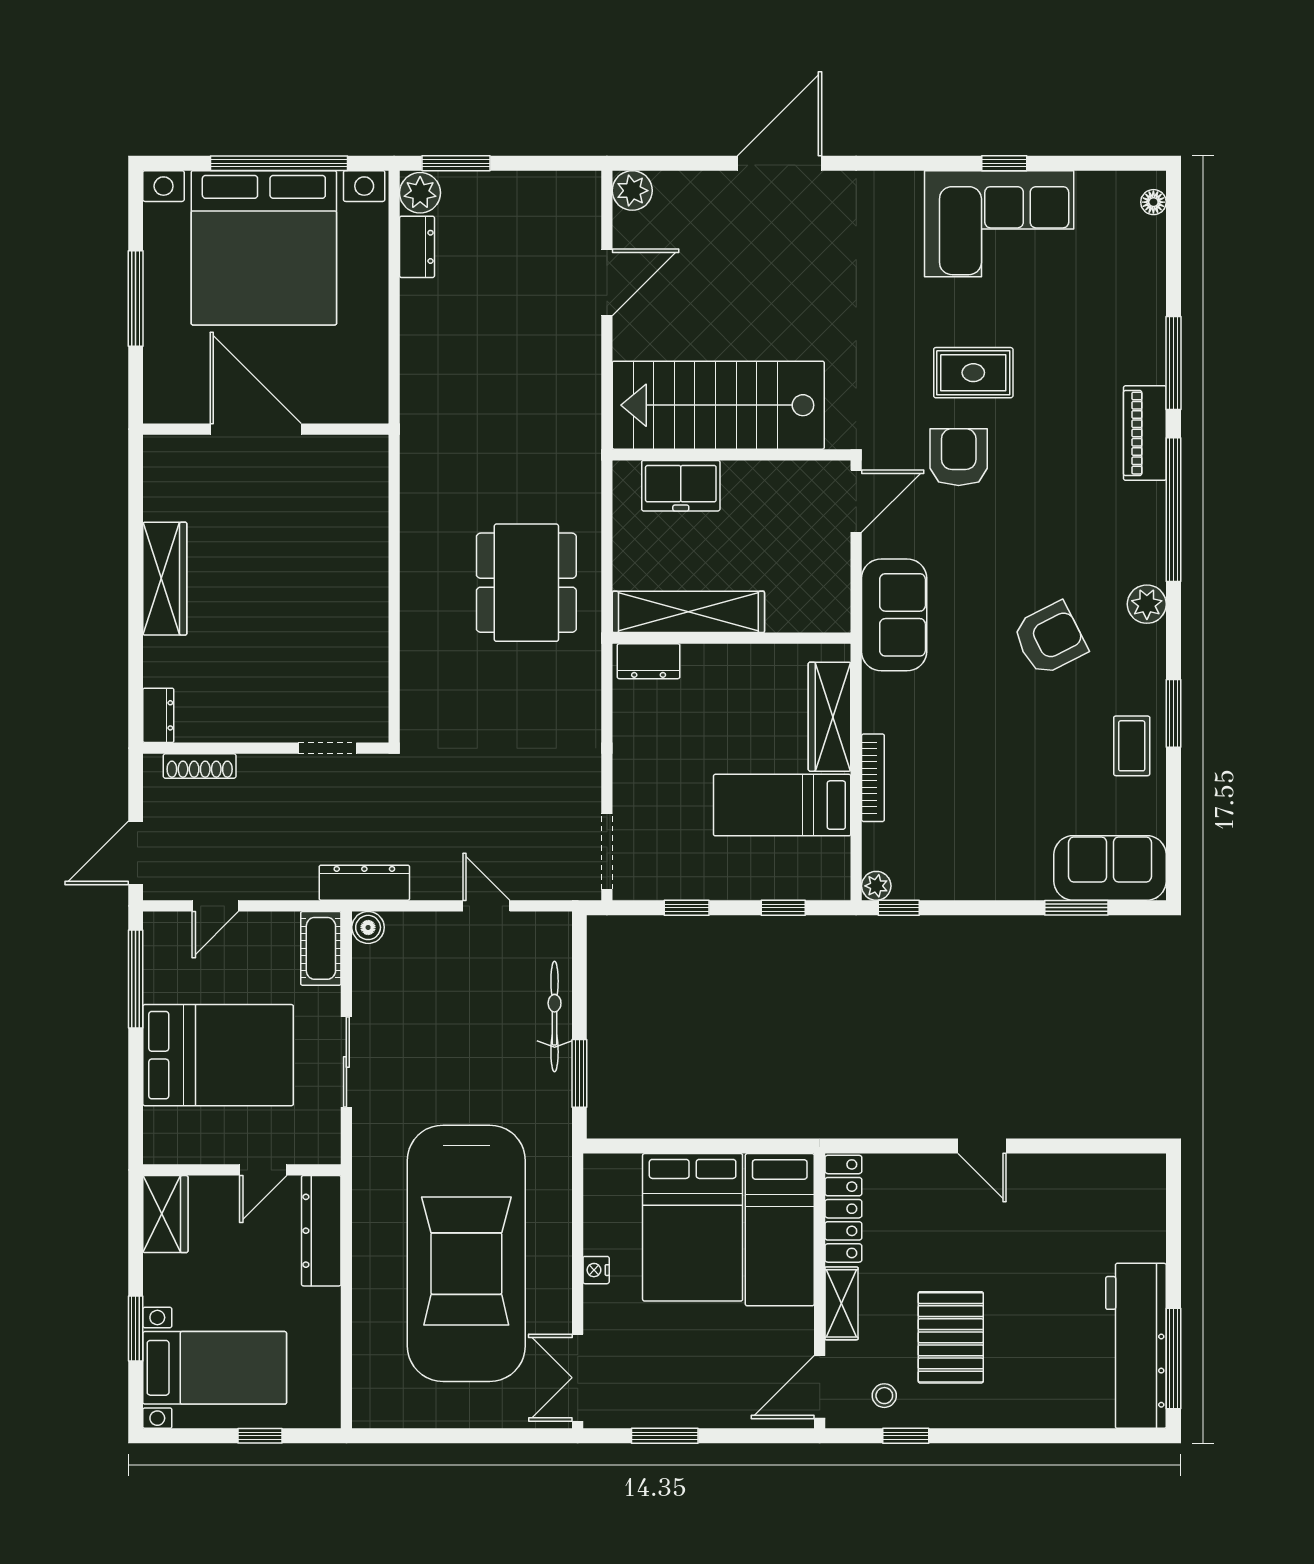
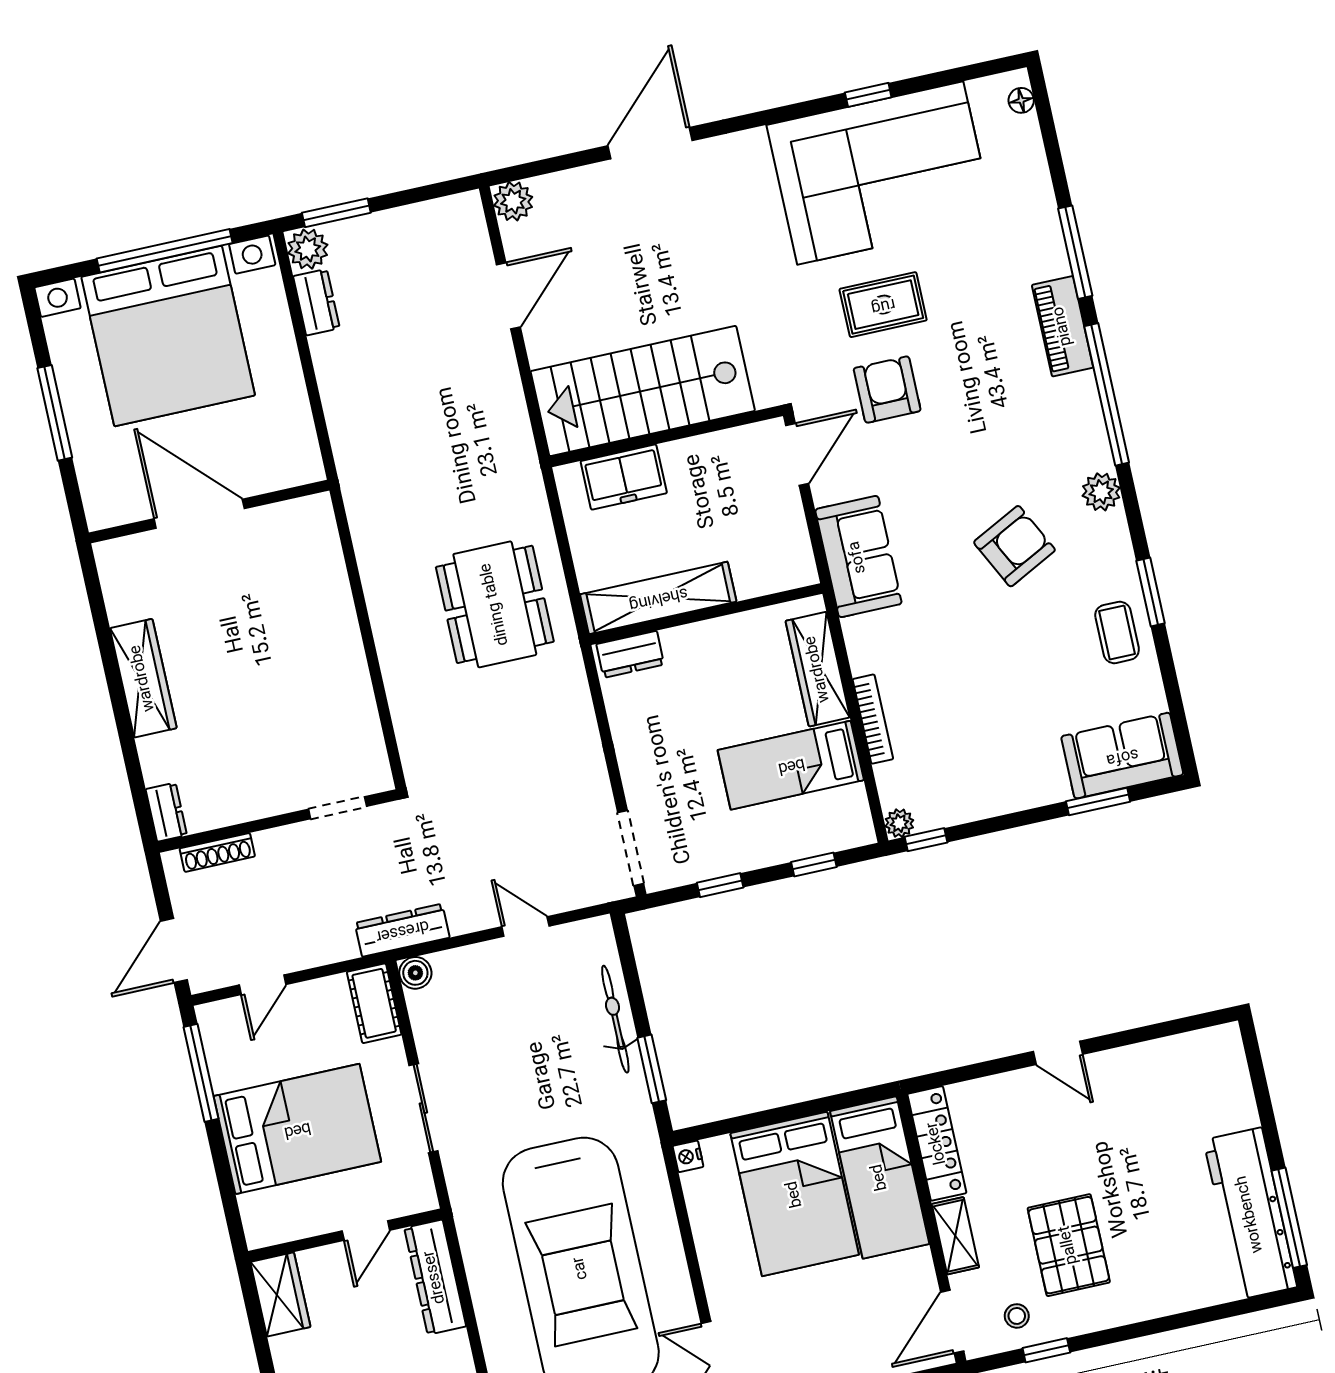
corner sofa: (999, 224) -> (880, 173), width x1.36, depth x1.36
nightstand: (596, 1270) -> (688, 1156), moved

